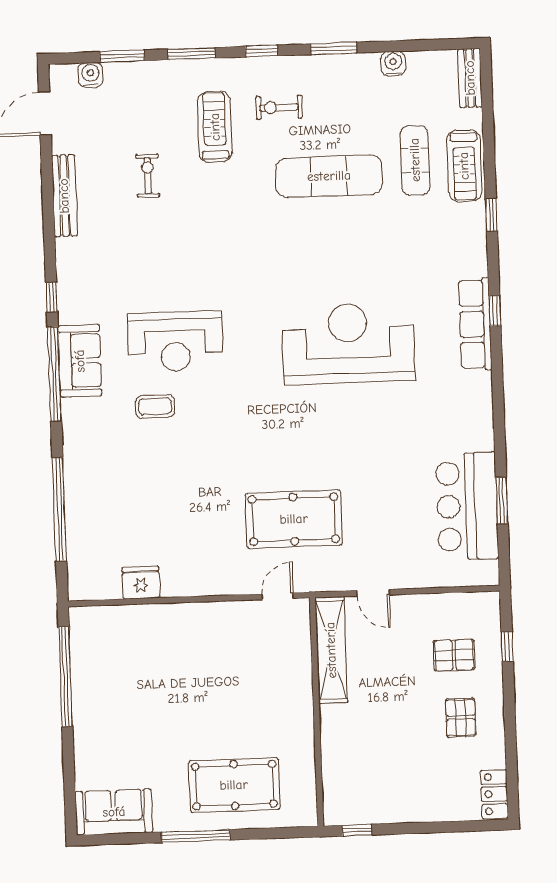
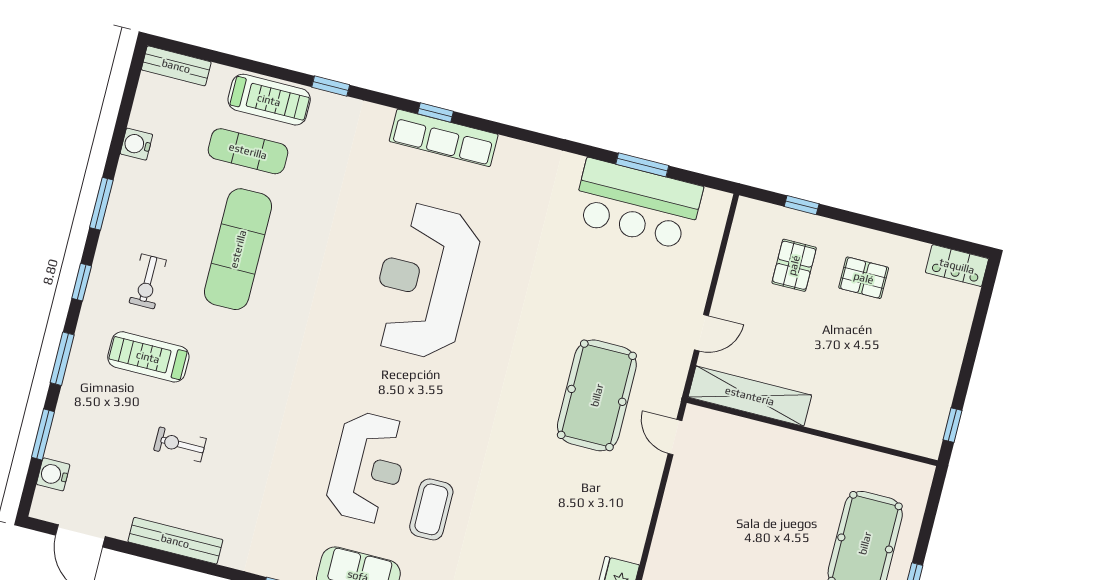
coffee table: (155, 406) -> (431, 509), width x1.36, depth x1.30

